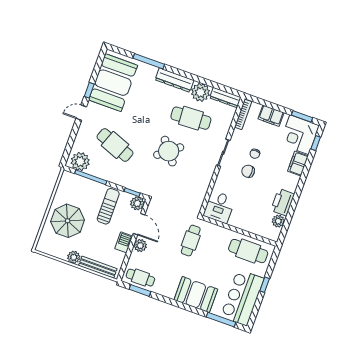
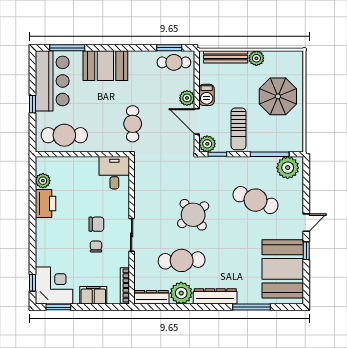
filing cabinet: (298, 164) -> (44, 253), removed

